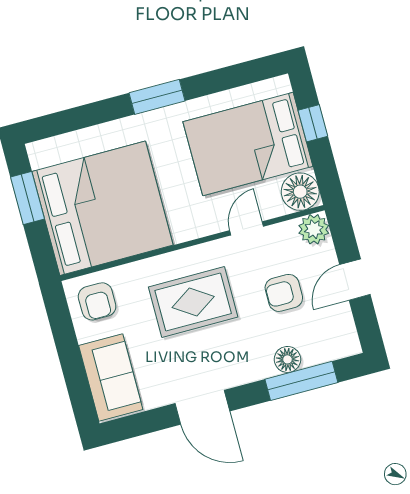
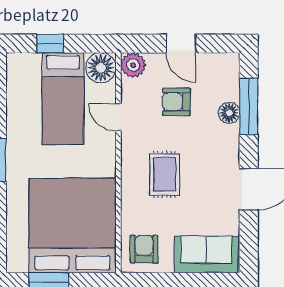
bed: (248, 144) -> (63, 99), width x0.67
armchair: (284, 293) -> (176, 102), turned 90
armchair: (97, 301) -> (144, 249), turned -90
rug: (193, 302) -> (165, 174), width x0.73, depth x0.70

